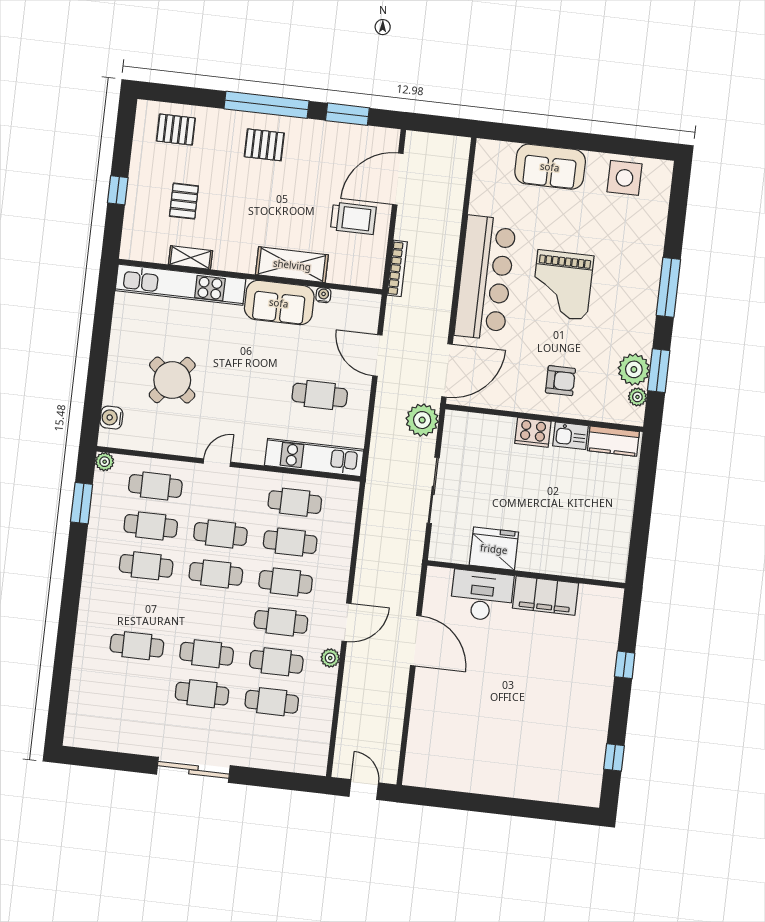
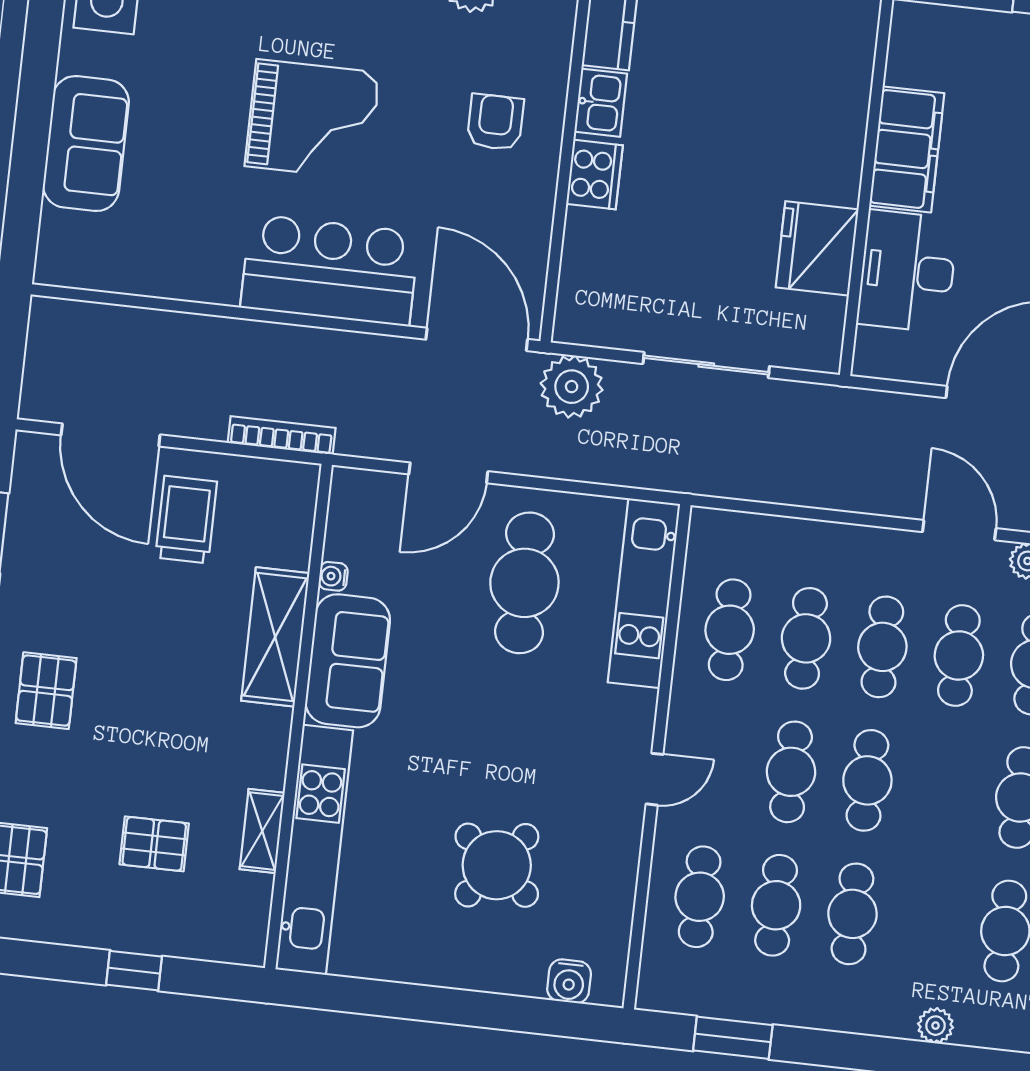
bar counter: (485, 278) -> (330, 270), width x0.73
cafe table: (320, 395) -> (524, 583), width x1.37, depth x1.35
plant: (105, 462) -> (935, 1026), moved
door: (217, 463) -> (655, 779), swing flipped

